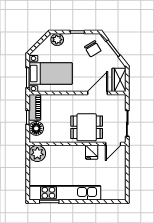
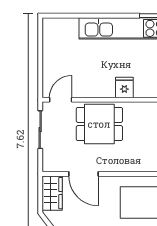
door: (97, 93) -> (84, 174), hinge flipped
fridge: (92, 152) -> (124, 87), moved

